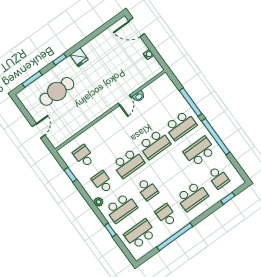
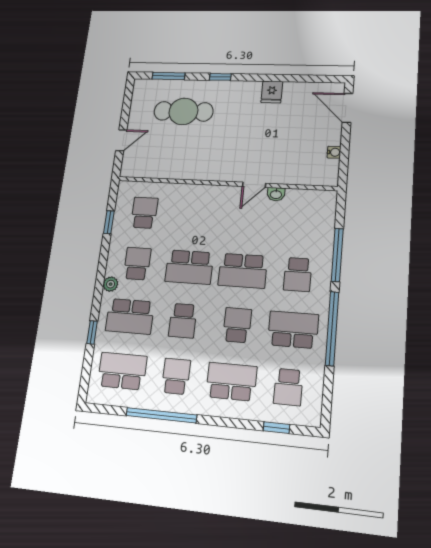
fridge: (79, 57) -> (272, 92), moved
school desk: (181, 125) -> (298, 274), width x0.54
school desk: (173, 170) -> (237, 325), added
school desk: (192, 196) -> (231, 382), turned 180

